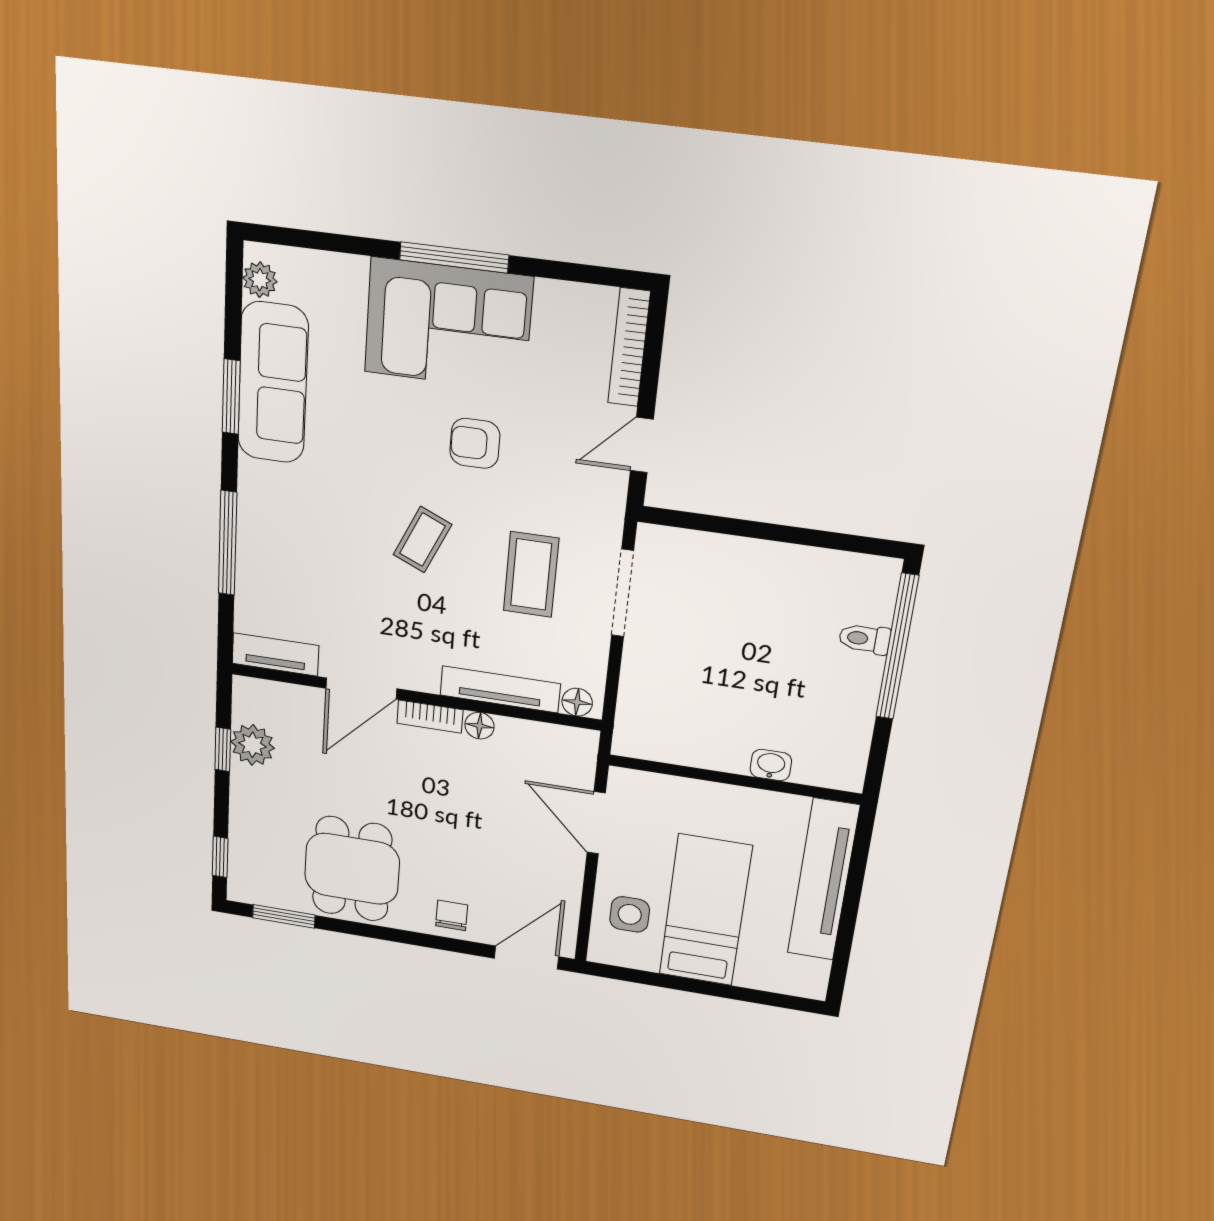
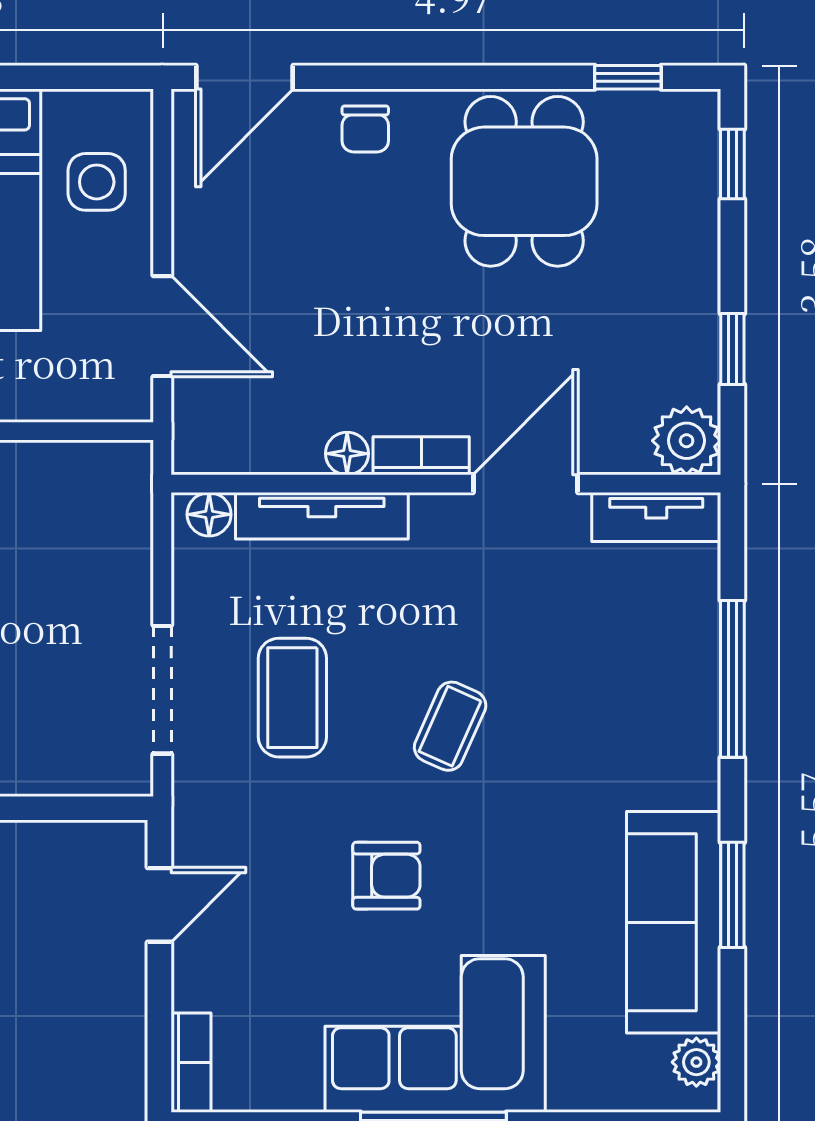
bookcase: (629, 347) -> (191, 1063), width x0.64
plant: (253, 745) -> (687, 441), moved
window: (284, 916) -> (628, 77), width x0.67

